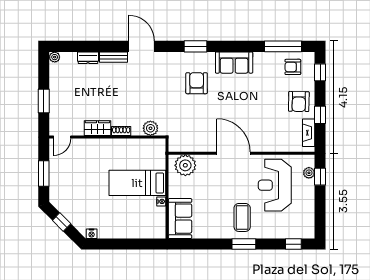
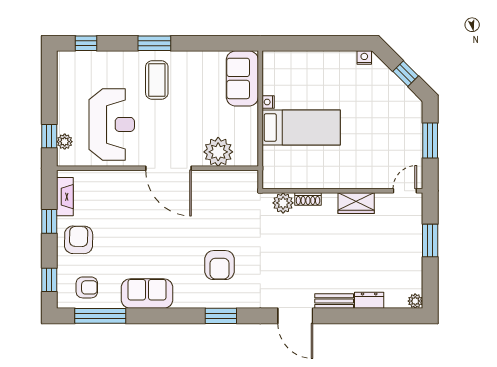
sofa: (234, 63) -> (147, 294), moved
shoe rack: (121, 131) -> (308, 199), moved
plant: (185, 165) -> (218, 152), moved

